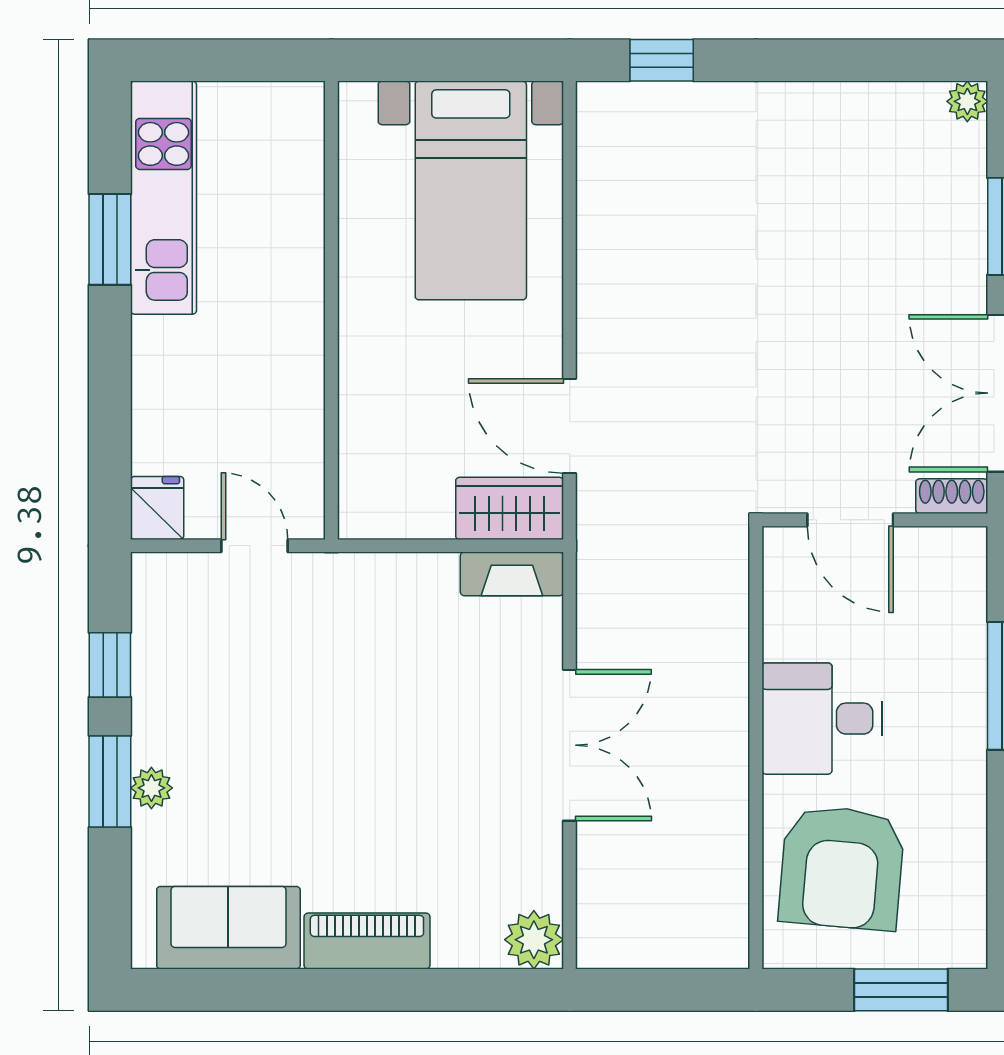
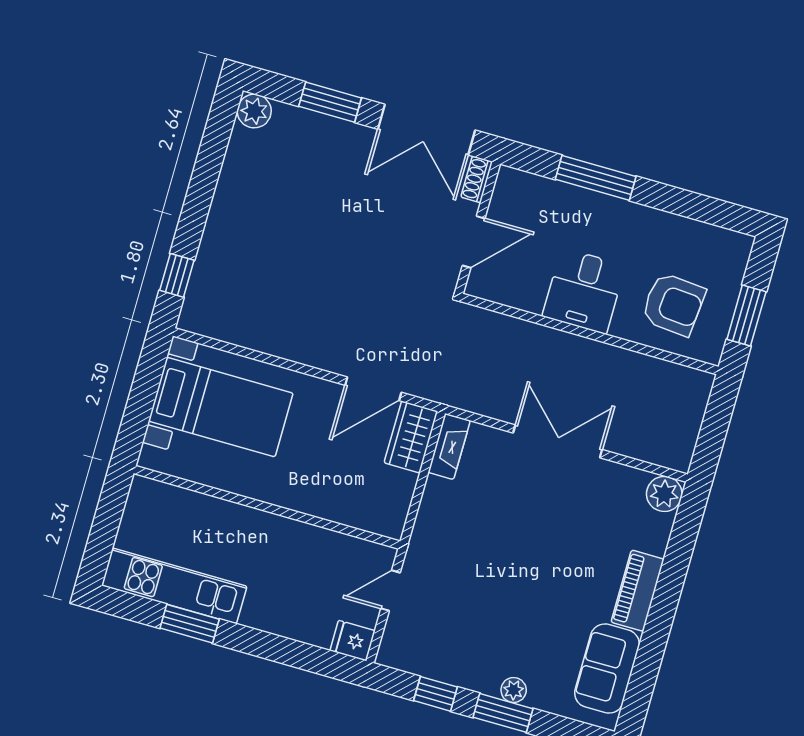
plant: (967, 101) -> (254, 111), width x1.38, depth x1.38
armchair: (842, 868) -> (673, 304), width x0.73, depth x0.73
window: (901, 990) -> (746, 316), moved

